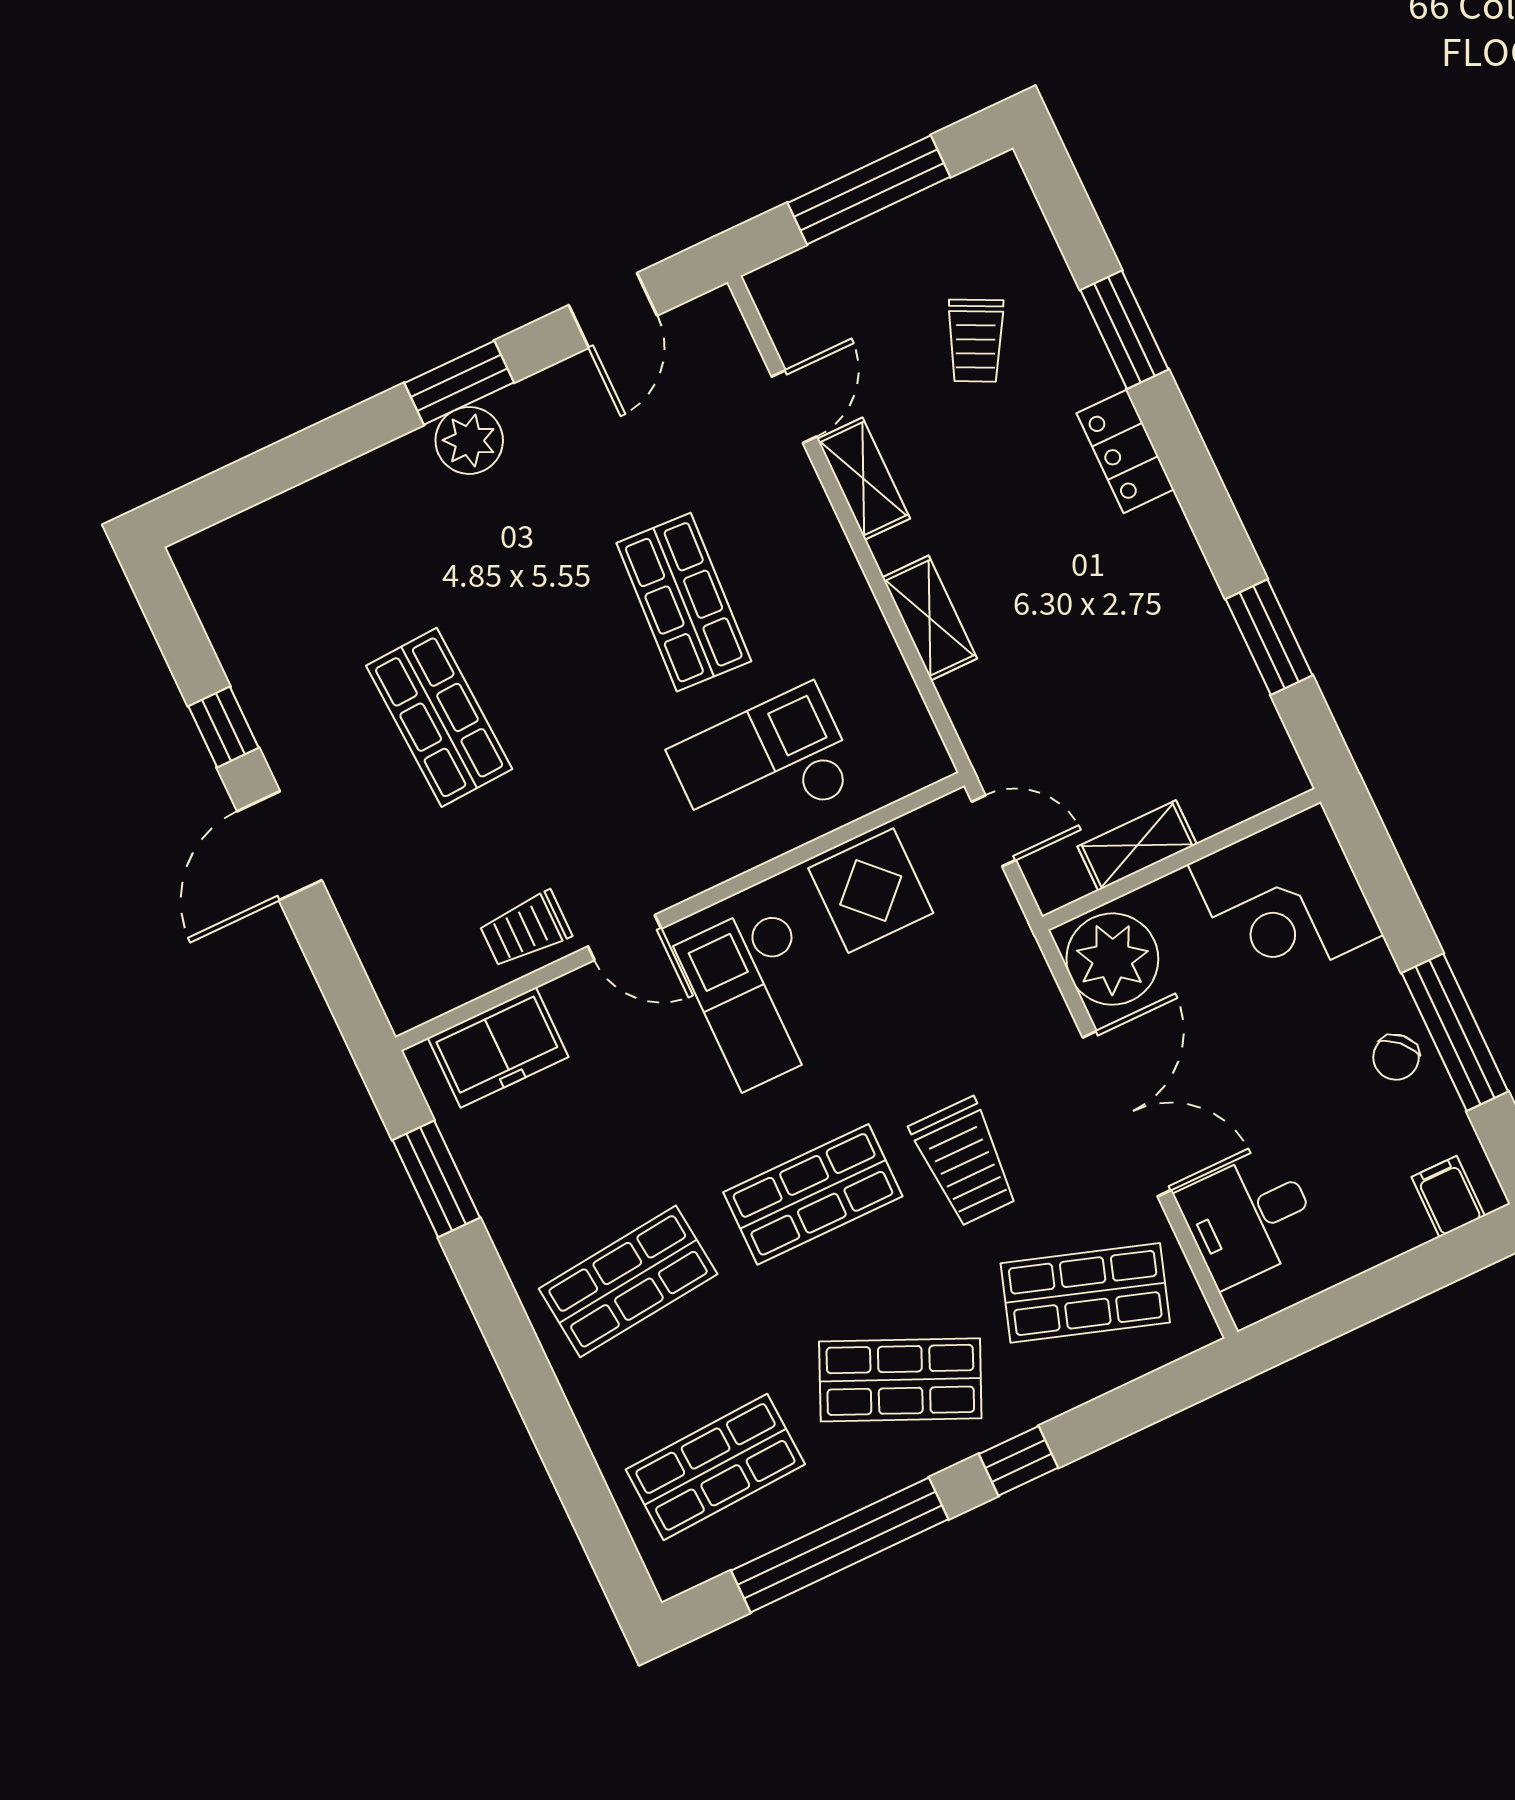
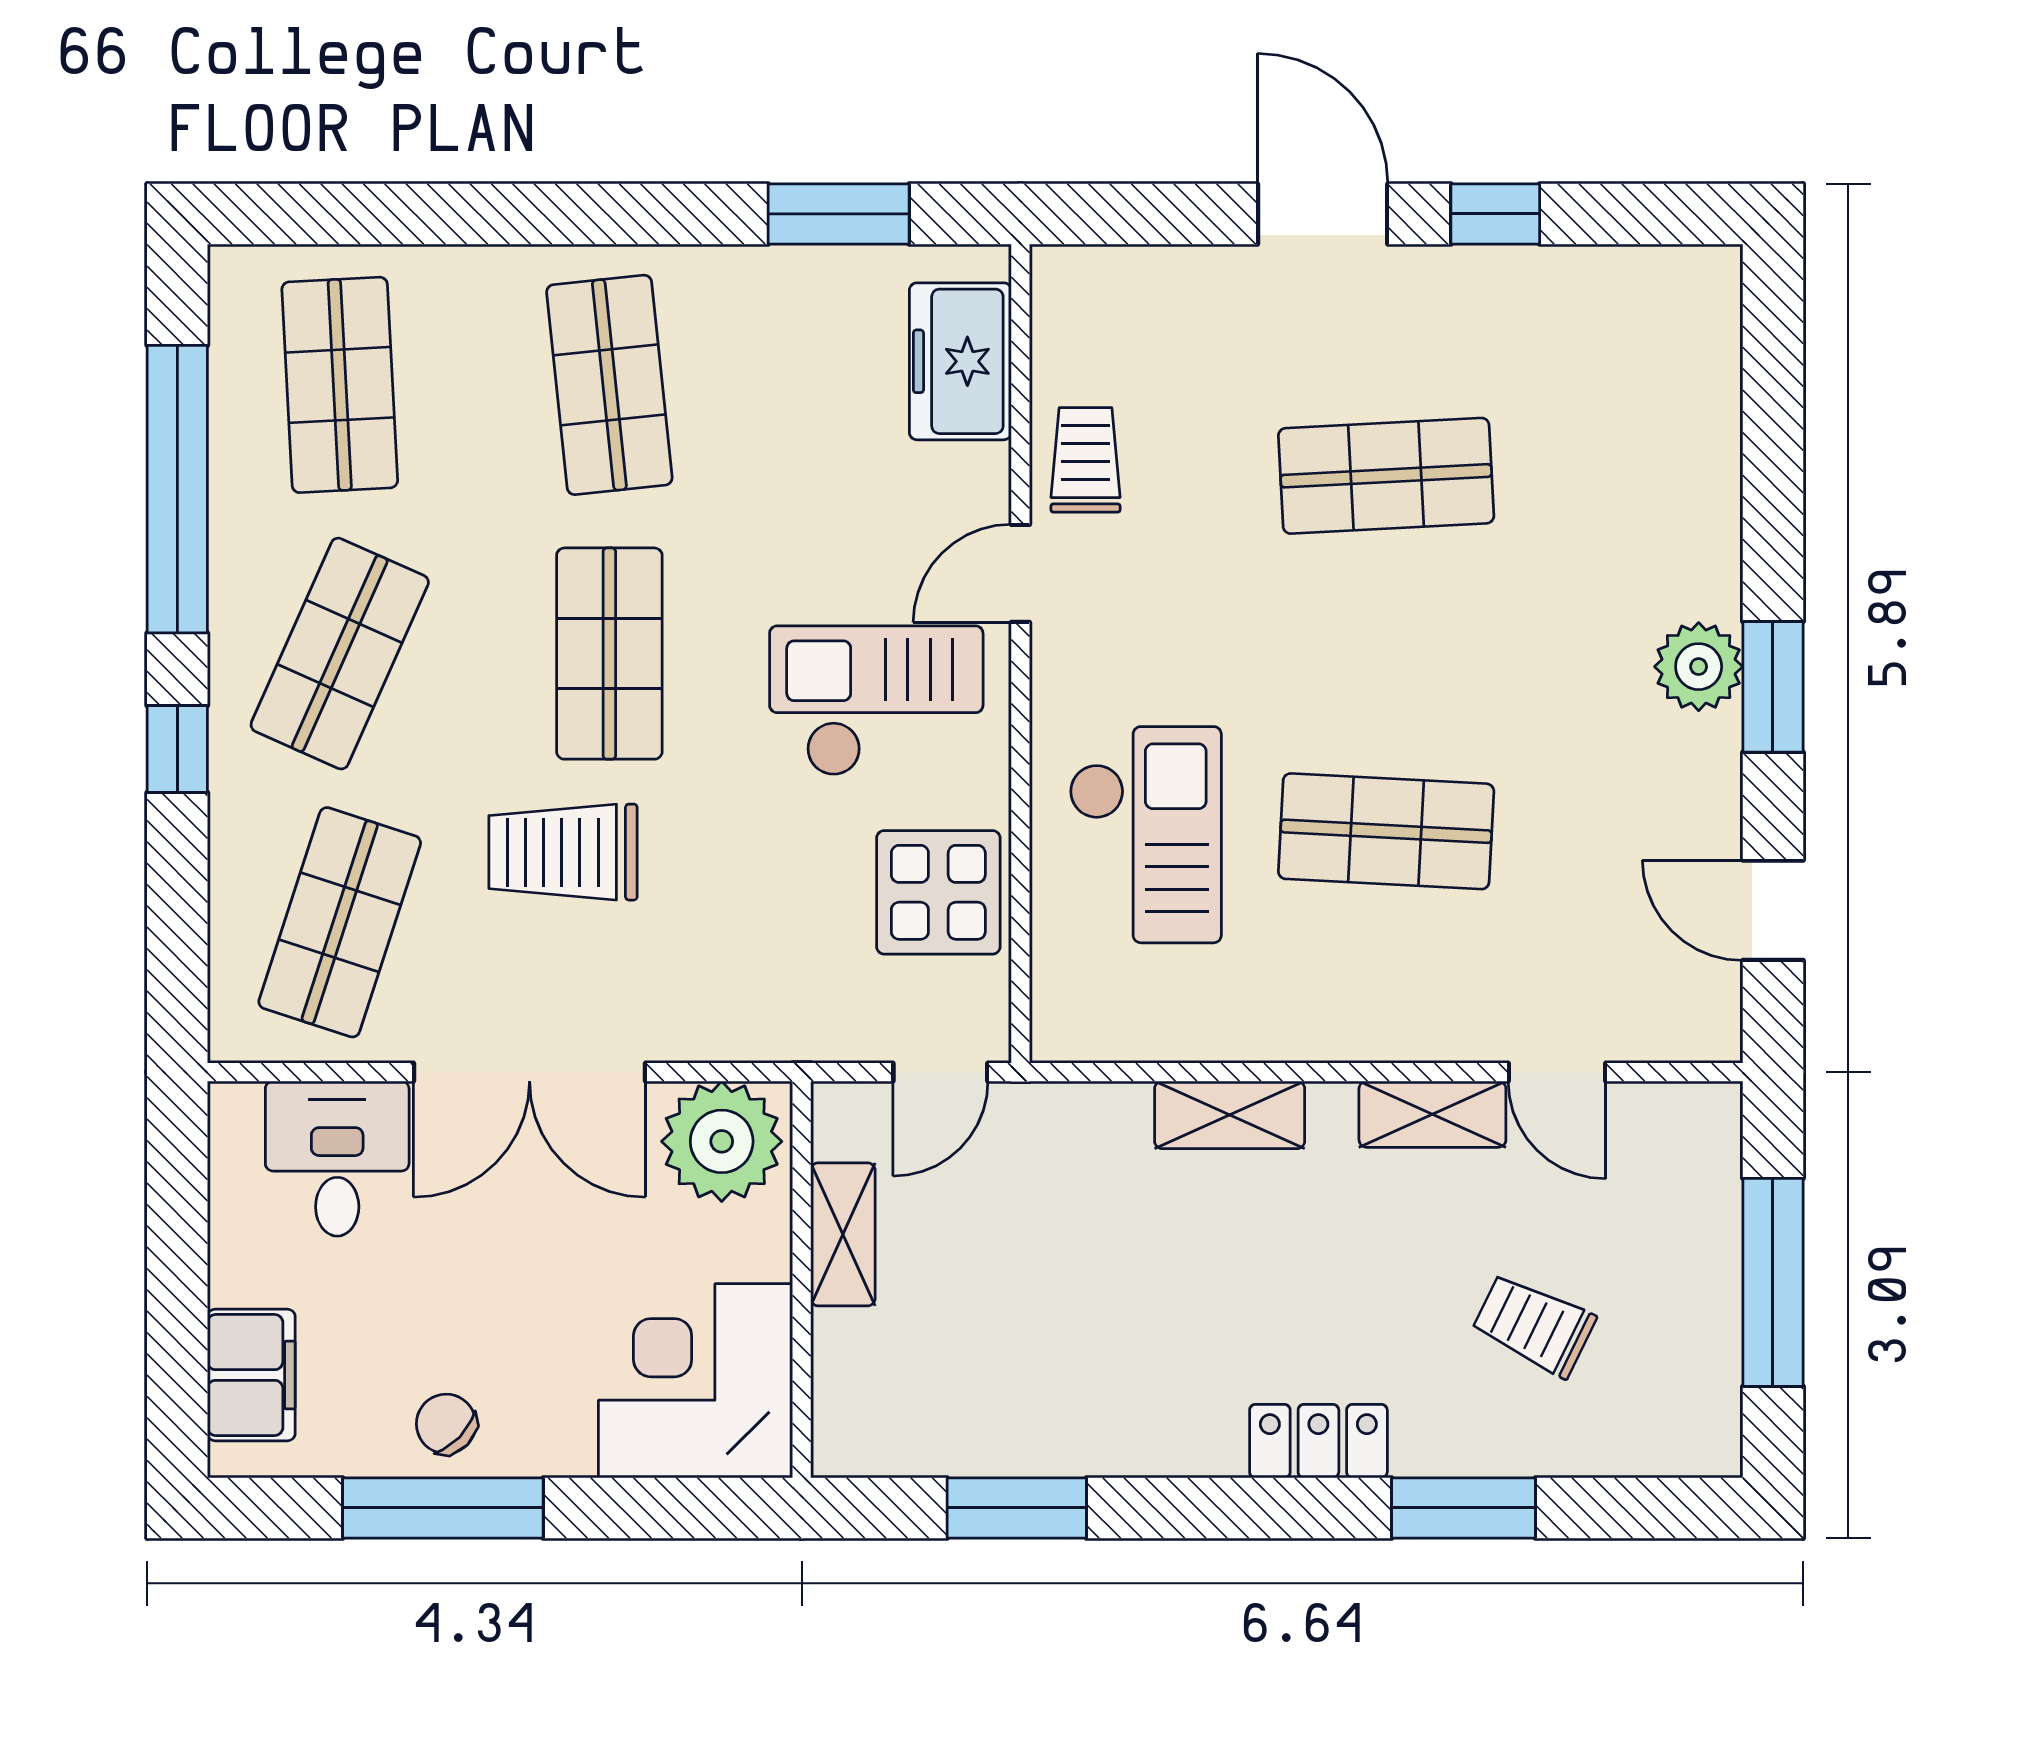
filing cabinet: (1448, 1196) -> (251, 1375), width x2.00

